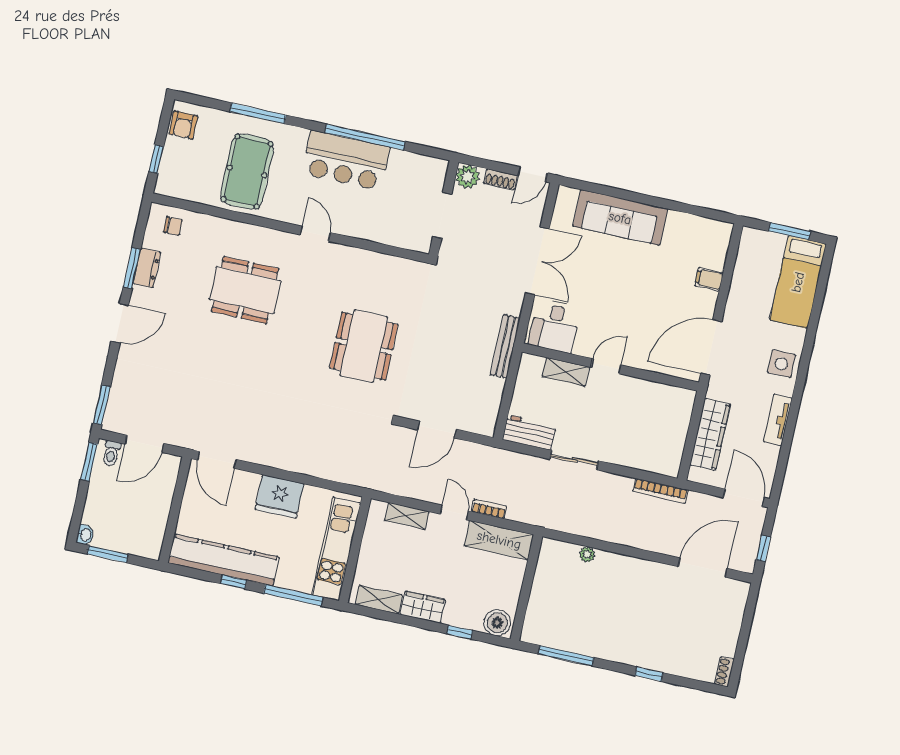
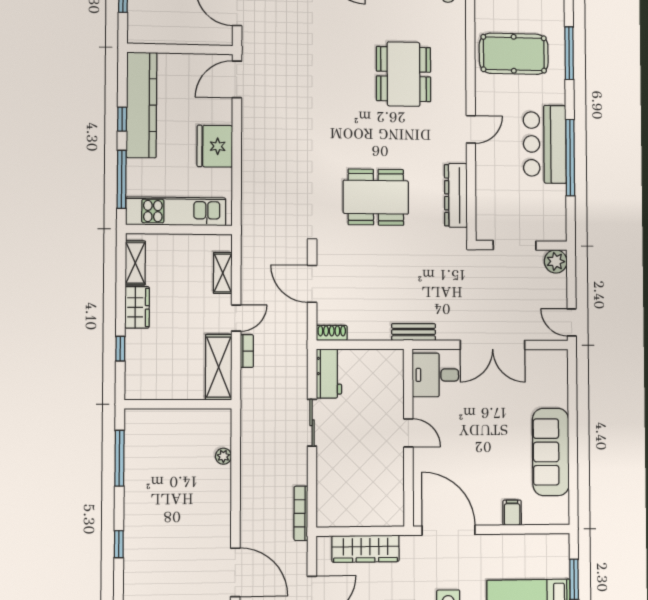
shoe rack: (501, 179) -> (332, 333), moved, turned 90
sofa: (620, 218) -> (551, 452), moved
dresser: (379, 264) -> (456, 195), added
bench: (505, 346) -> (414, 332), width x0.73
shelving: (566, 372) -> (394, 396), removed
boiler: (497, 623) -> (138, 383), removed

